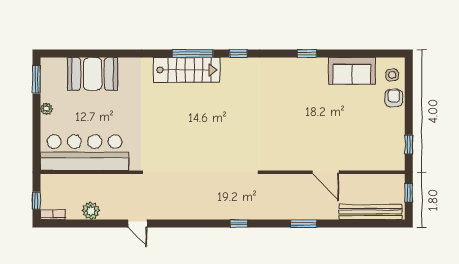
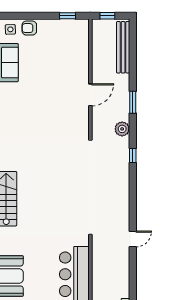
door: (326, 172) -> (90, 95), moved
plant: (91, 211) -> (122, 129), moved

